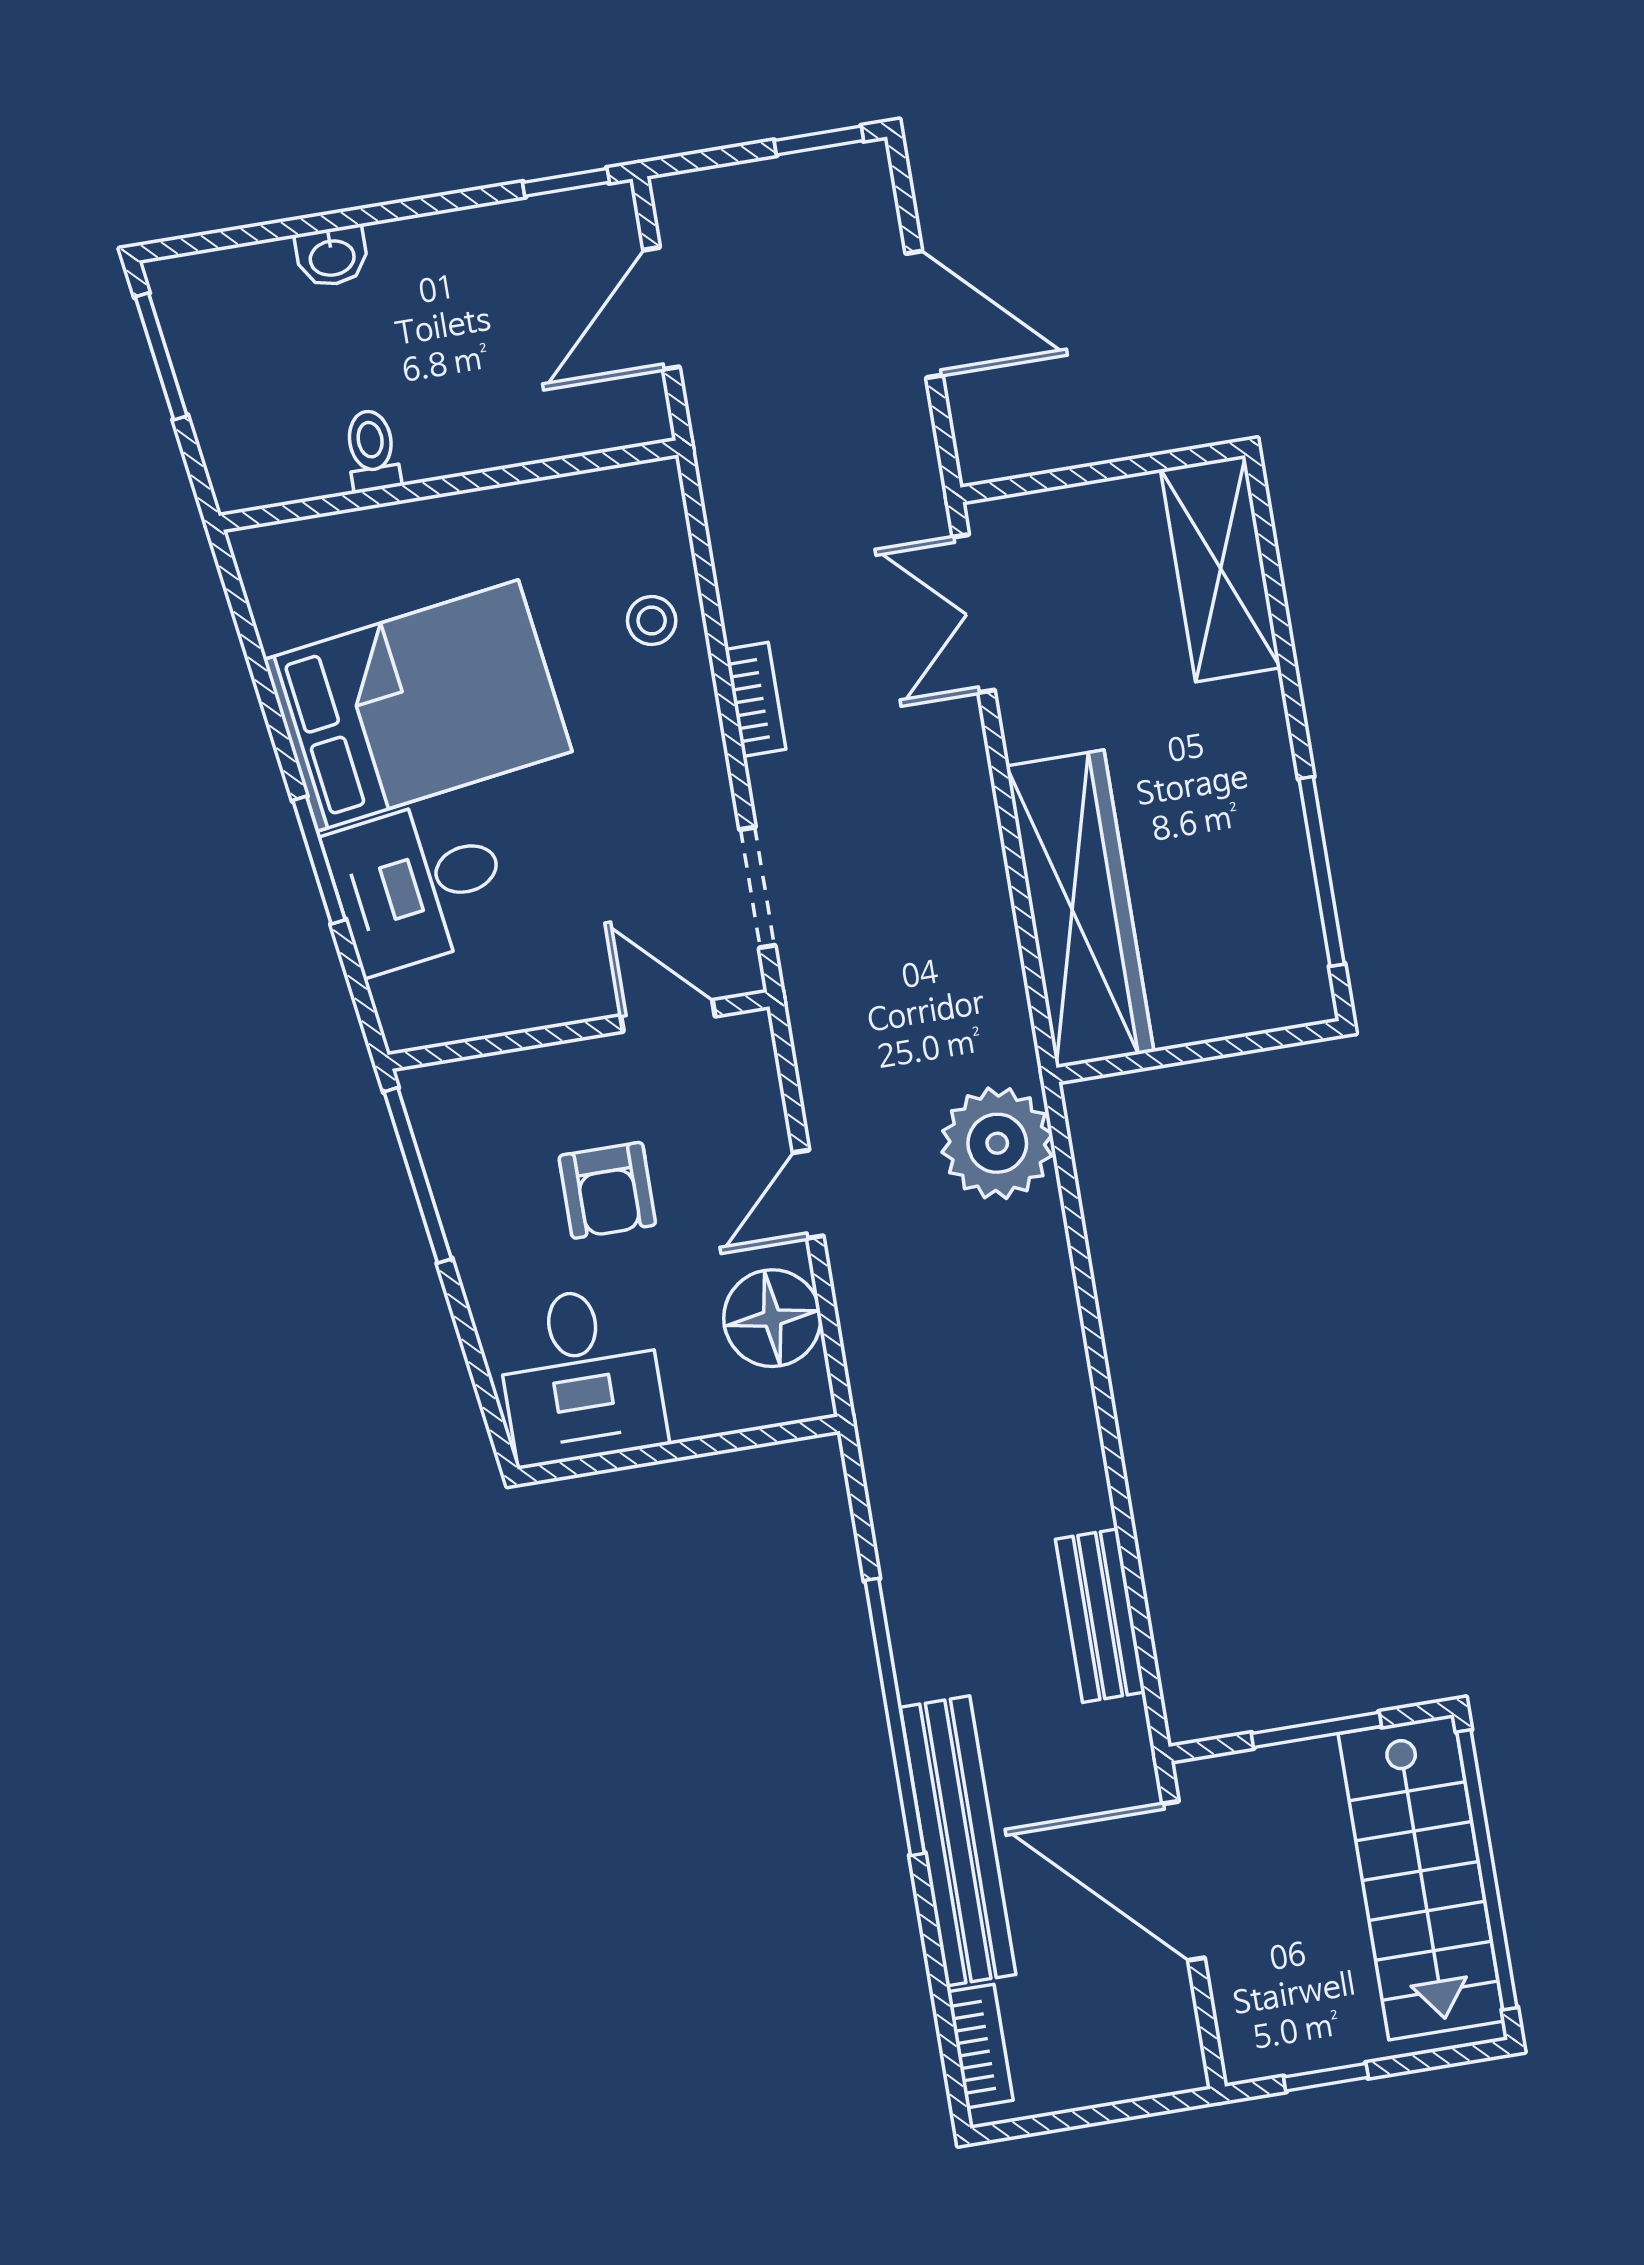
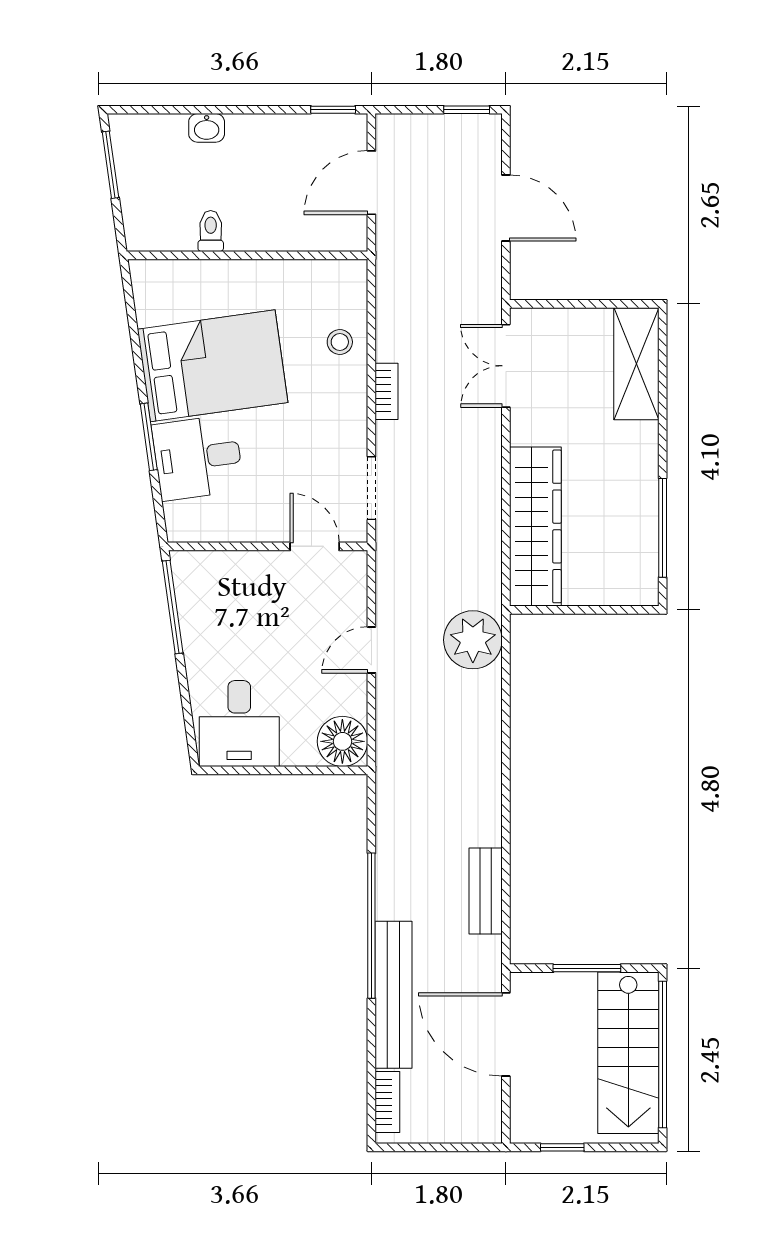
armchair: (607, 1190) -> (269, 631), removed
floor lamp: (772, 1318) -> (342, 741), moved

